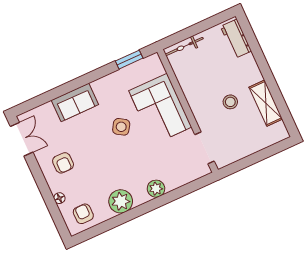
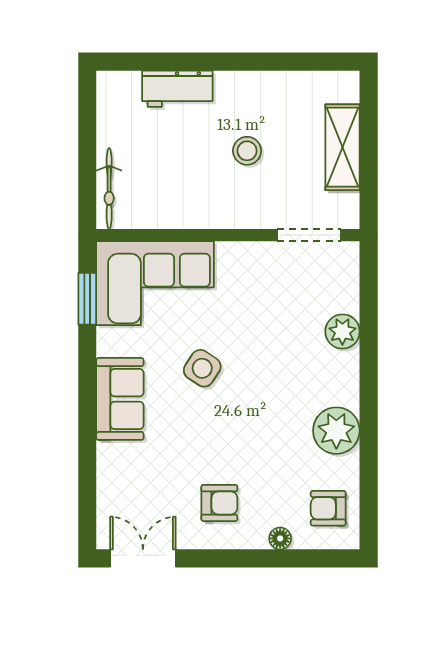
workbench: (236, 39) -> (177, 89), moved
sofa: (75, 102) -> (120, 399), moved
shelving: (266, 103) -> (342, 147), moved, turned 90
corner sofa: (160, 109) -> (155, 283), moved
plant: (156, 189) -> (342, 331), moved

